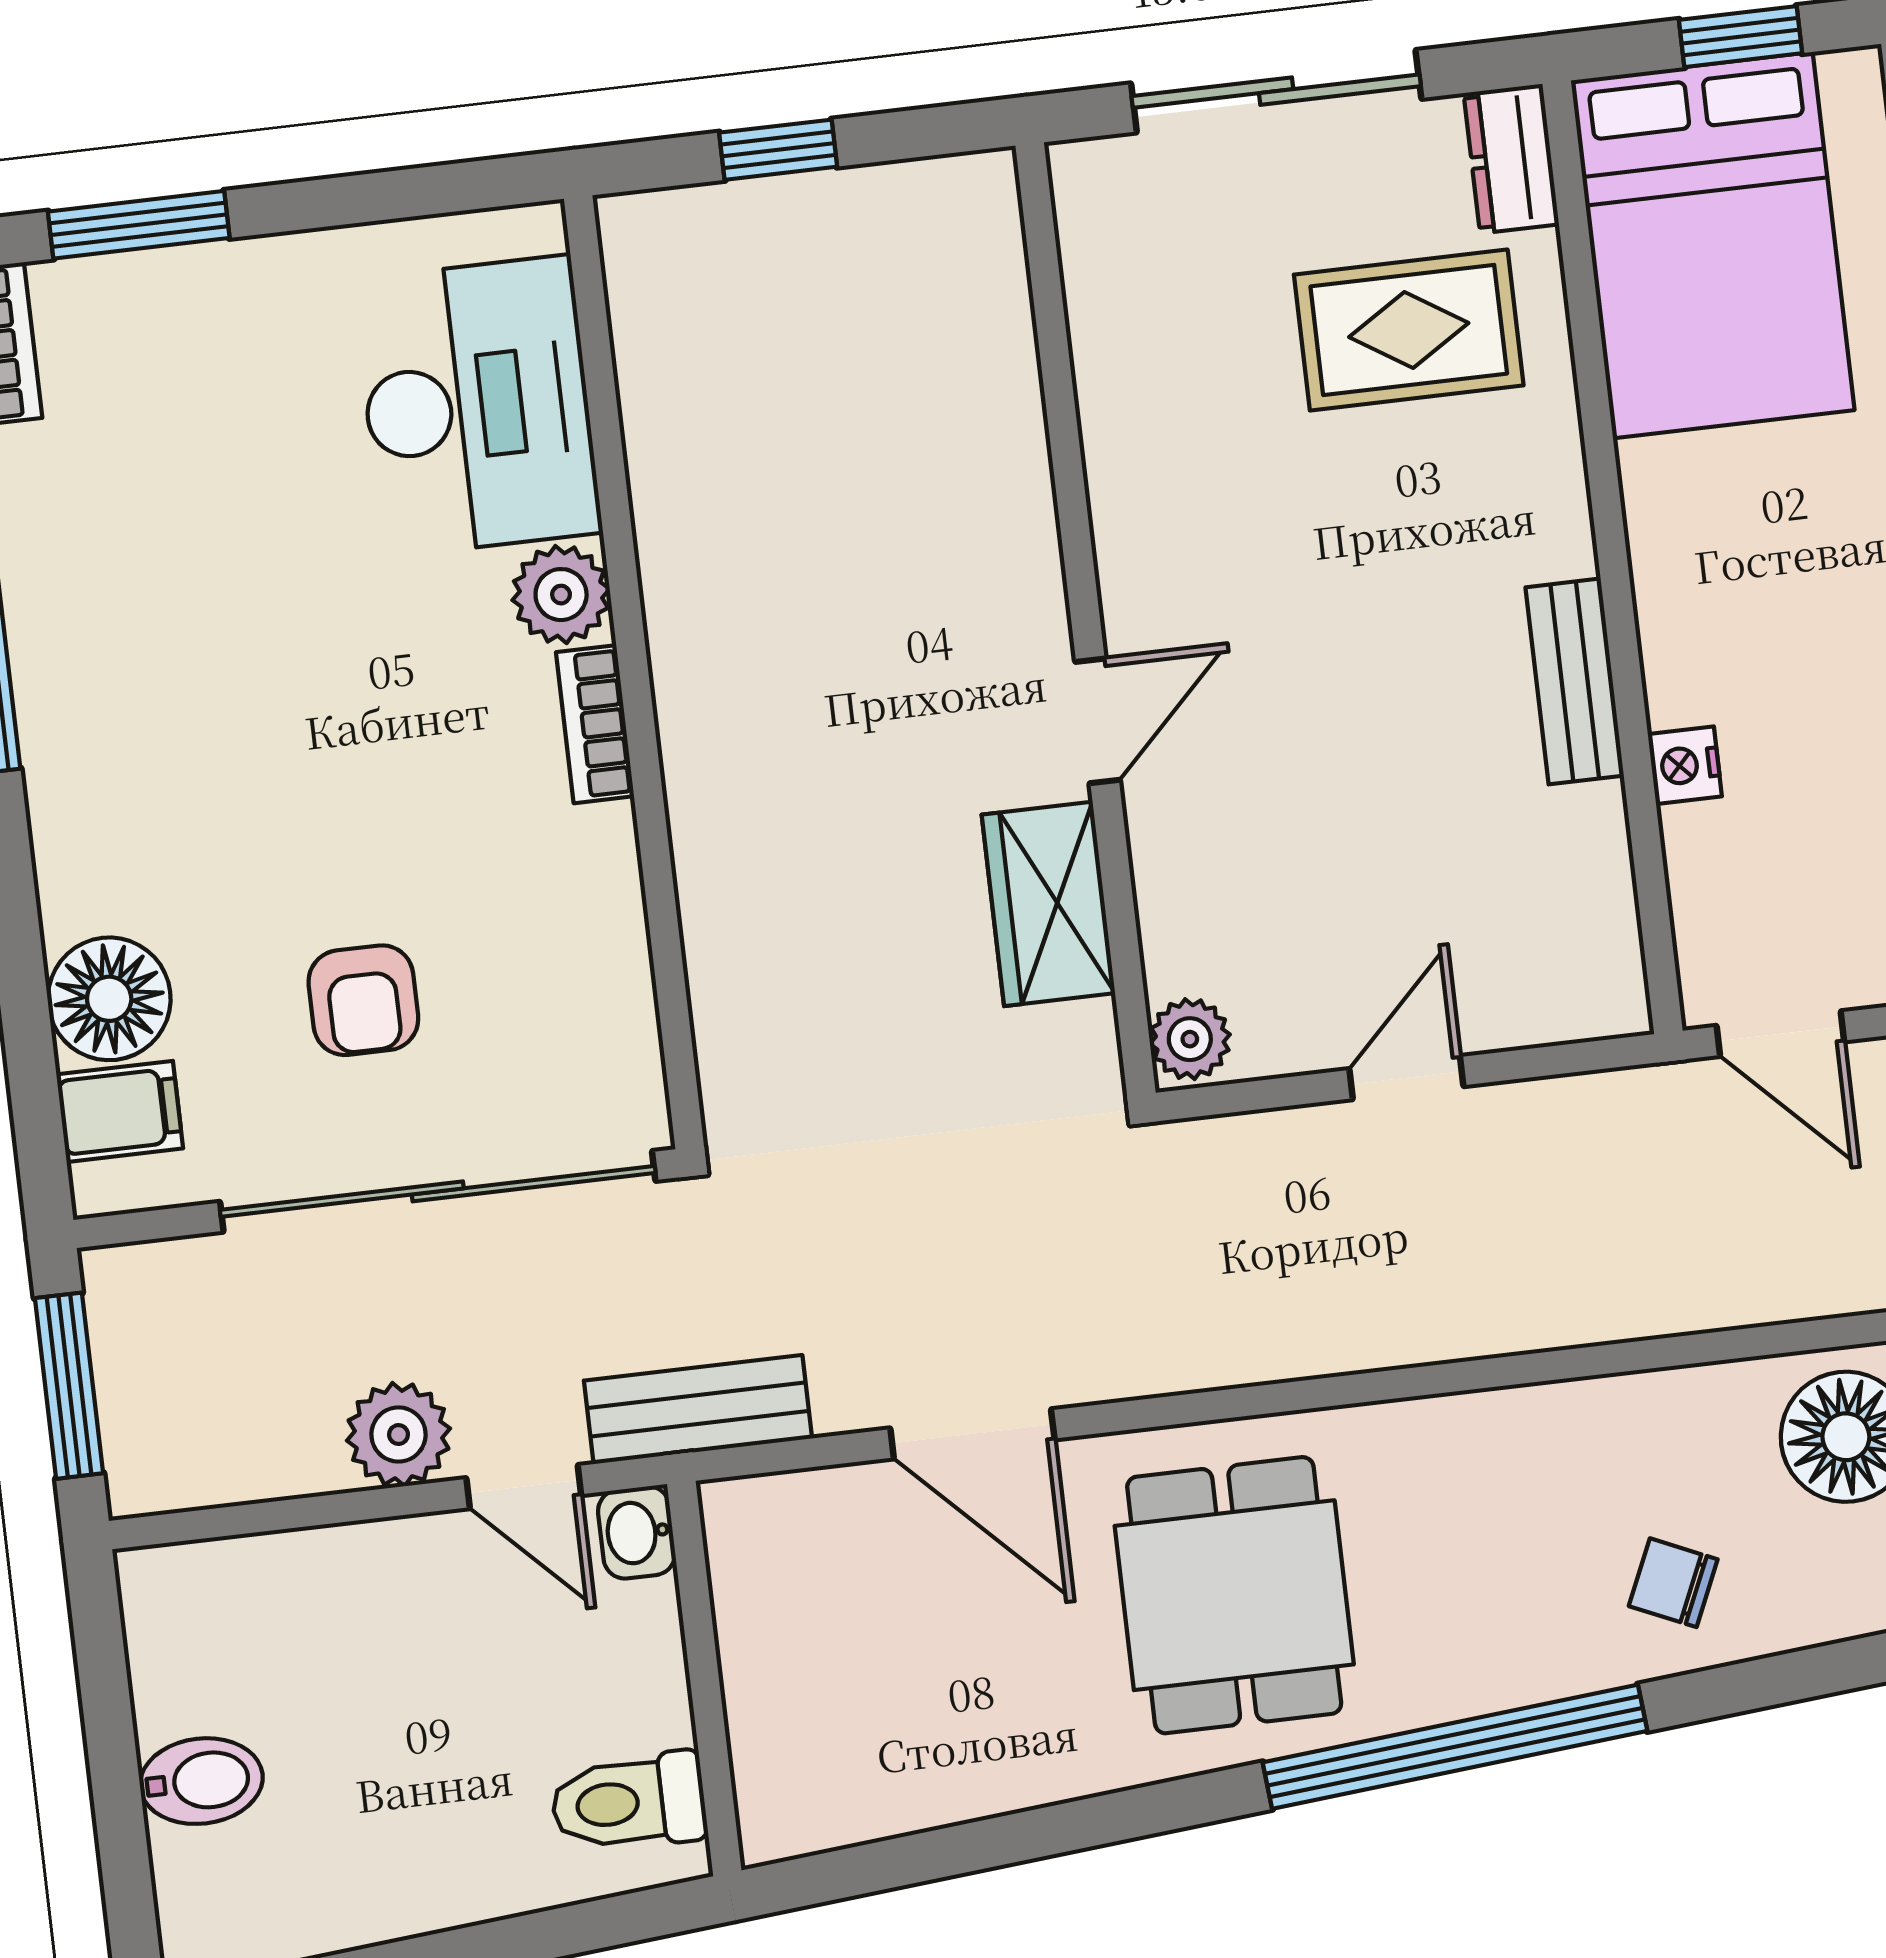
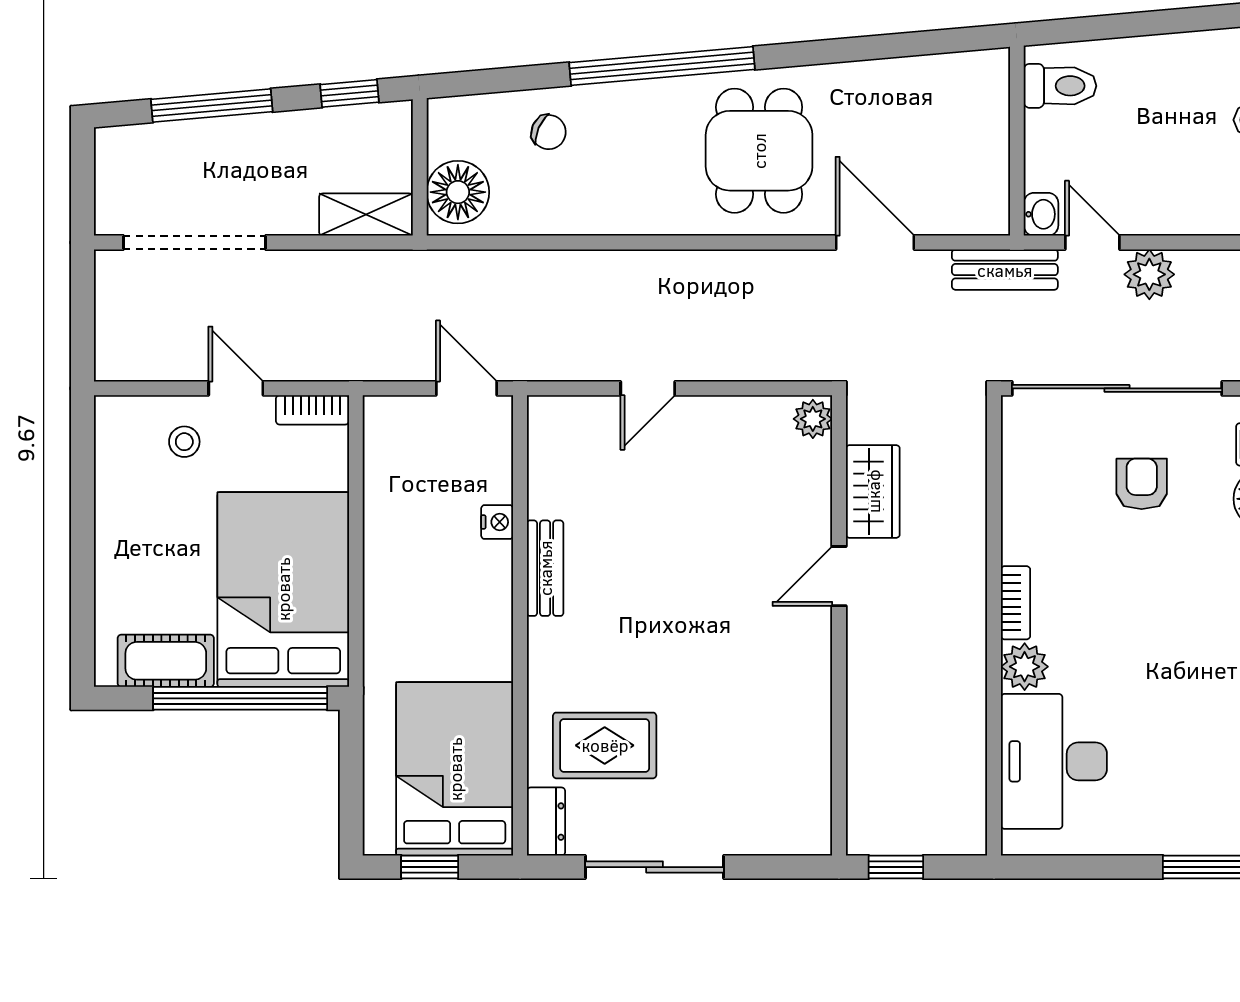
wall: (1086, 619) -> (839, 625), moved
door: (1098, 721) -> (839, 576), moved
wardrobe: (1048, 904) -> (873, 491), moved
plant: (1190, 1039) -> (813, 419), moved

